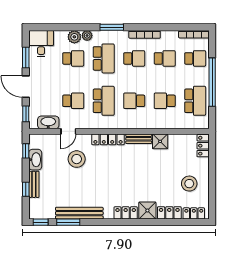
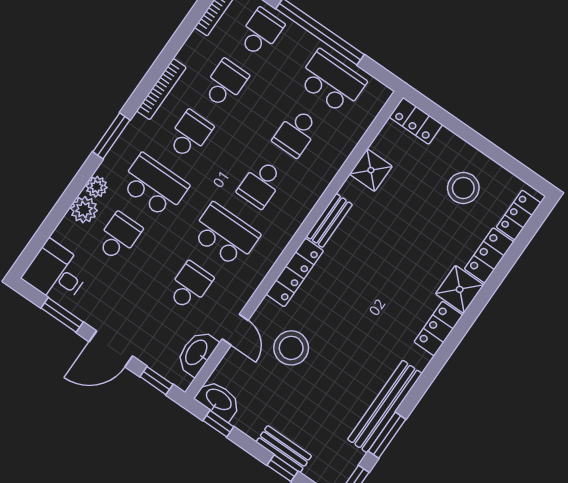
shower: (160, 141) -> (371, 170), moved
washbasin: (35, 160) -> (218, 400), moved

